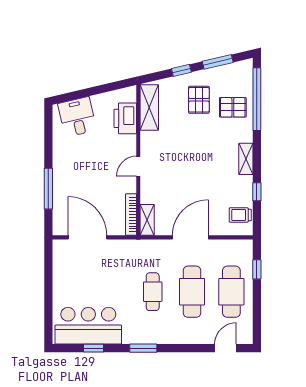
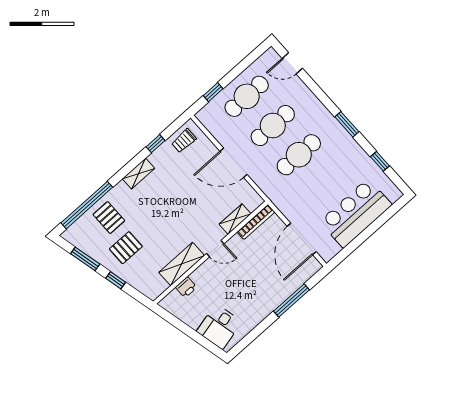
shelving: (149, 107) -> (182, 264), moved
printer: (125, 118) -> (186, 287), width x0.53, depth x0.68
trolley: (240, 215) -> (184, 141), turned 90
shelving: (147, 220) -> (235, 219), moved
cafe table: (153, 292) -> (299, 155), width x1.37, depth x1.35
bar counter: (88, 326) -> (356, 213), moved, turned 90

